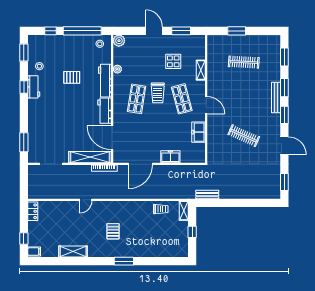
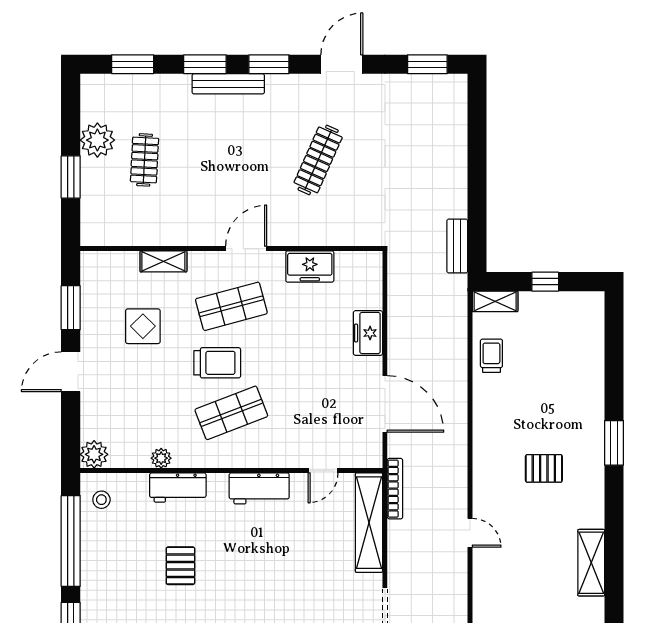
plant: (252, 42) -> (97, 140), added
clothes rail: (244, 62) -> (145, 160), width x0.73
workbench: (105, 81) -> (178, 488), width x0.73
shop shelf: (137, 99) -> (231, 413), turned -30
door: (112, 138) -> (323, 471), width x0.53

